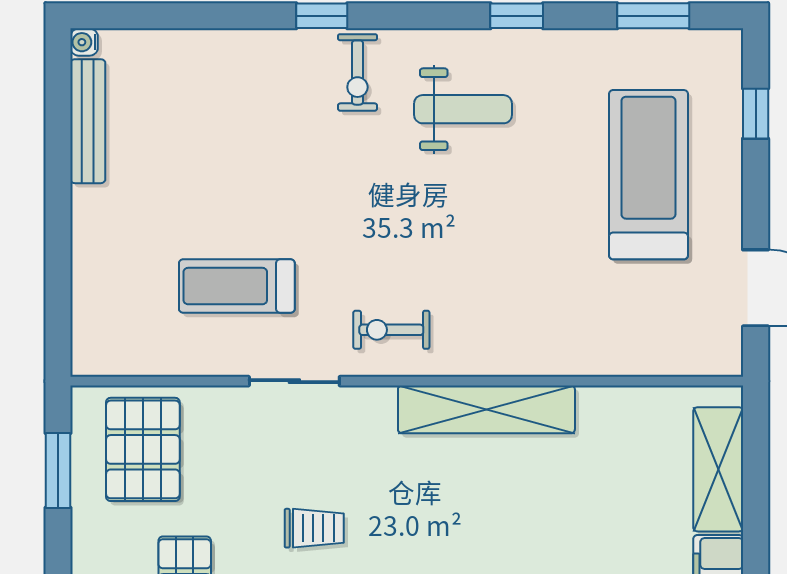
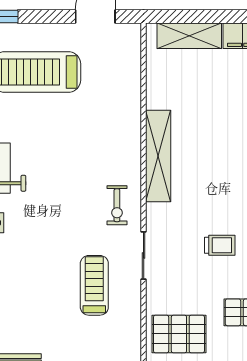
treadmill: (237, 286) -> (94, 285), turned 180
trolley: (314, 528) -> (220, 245), turned 90

